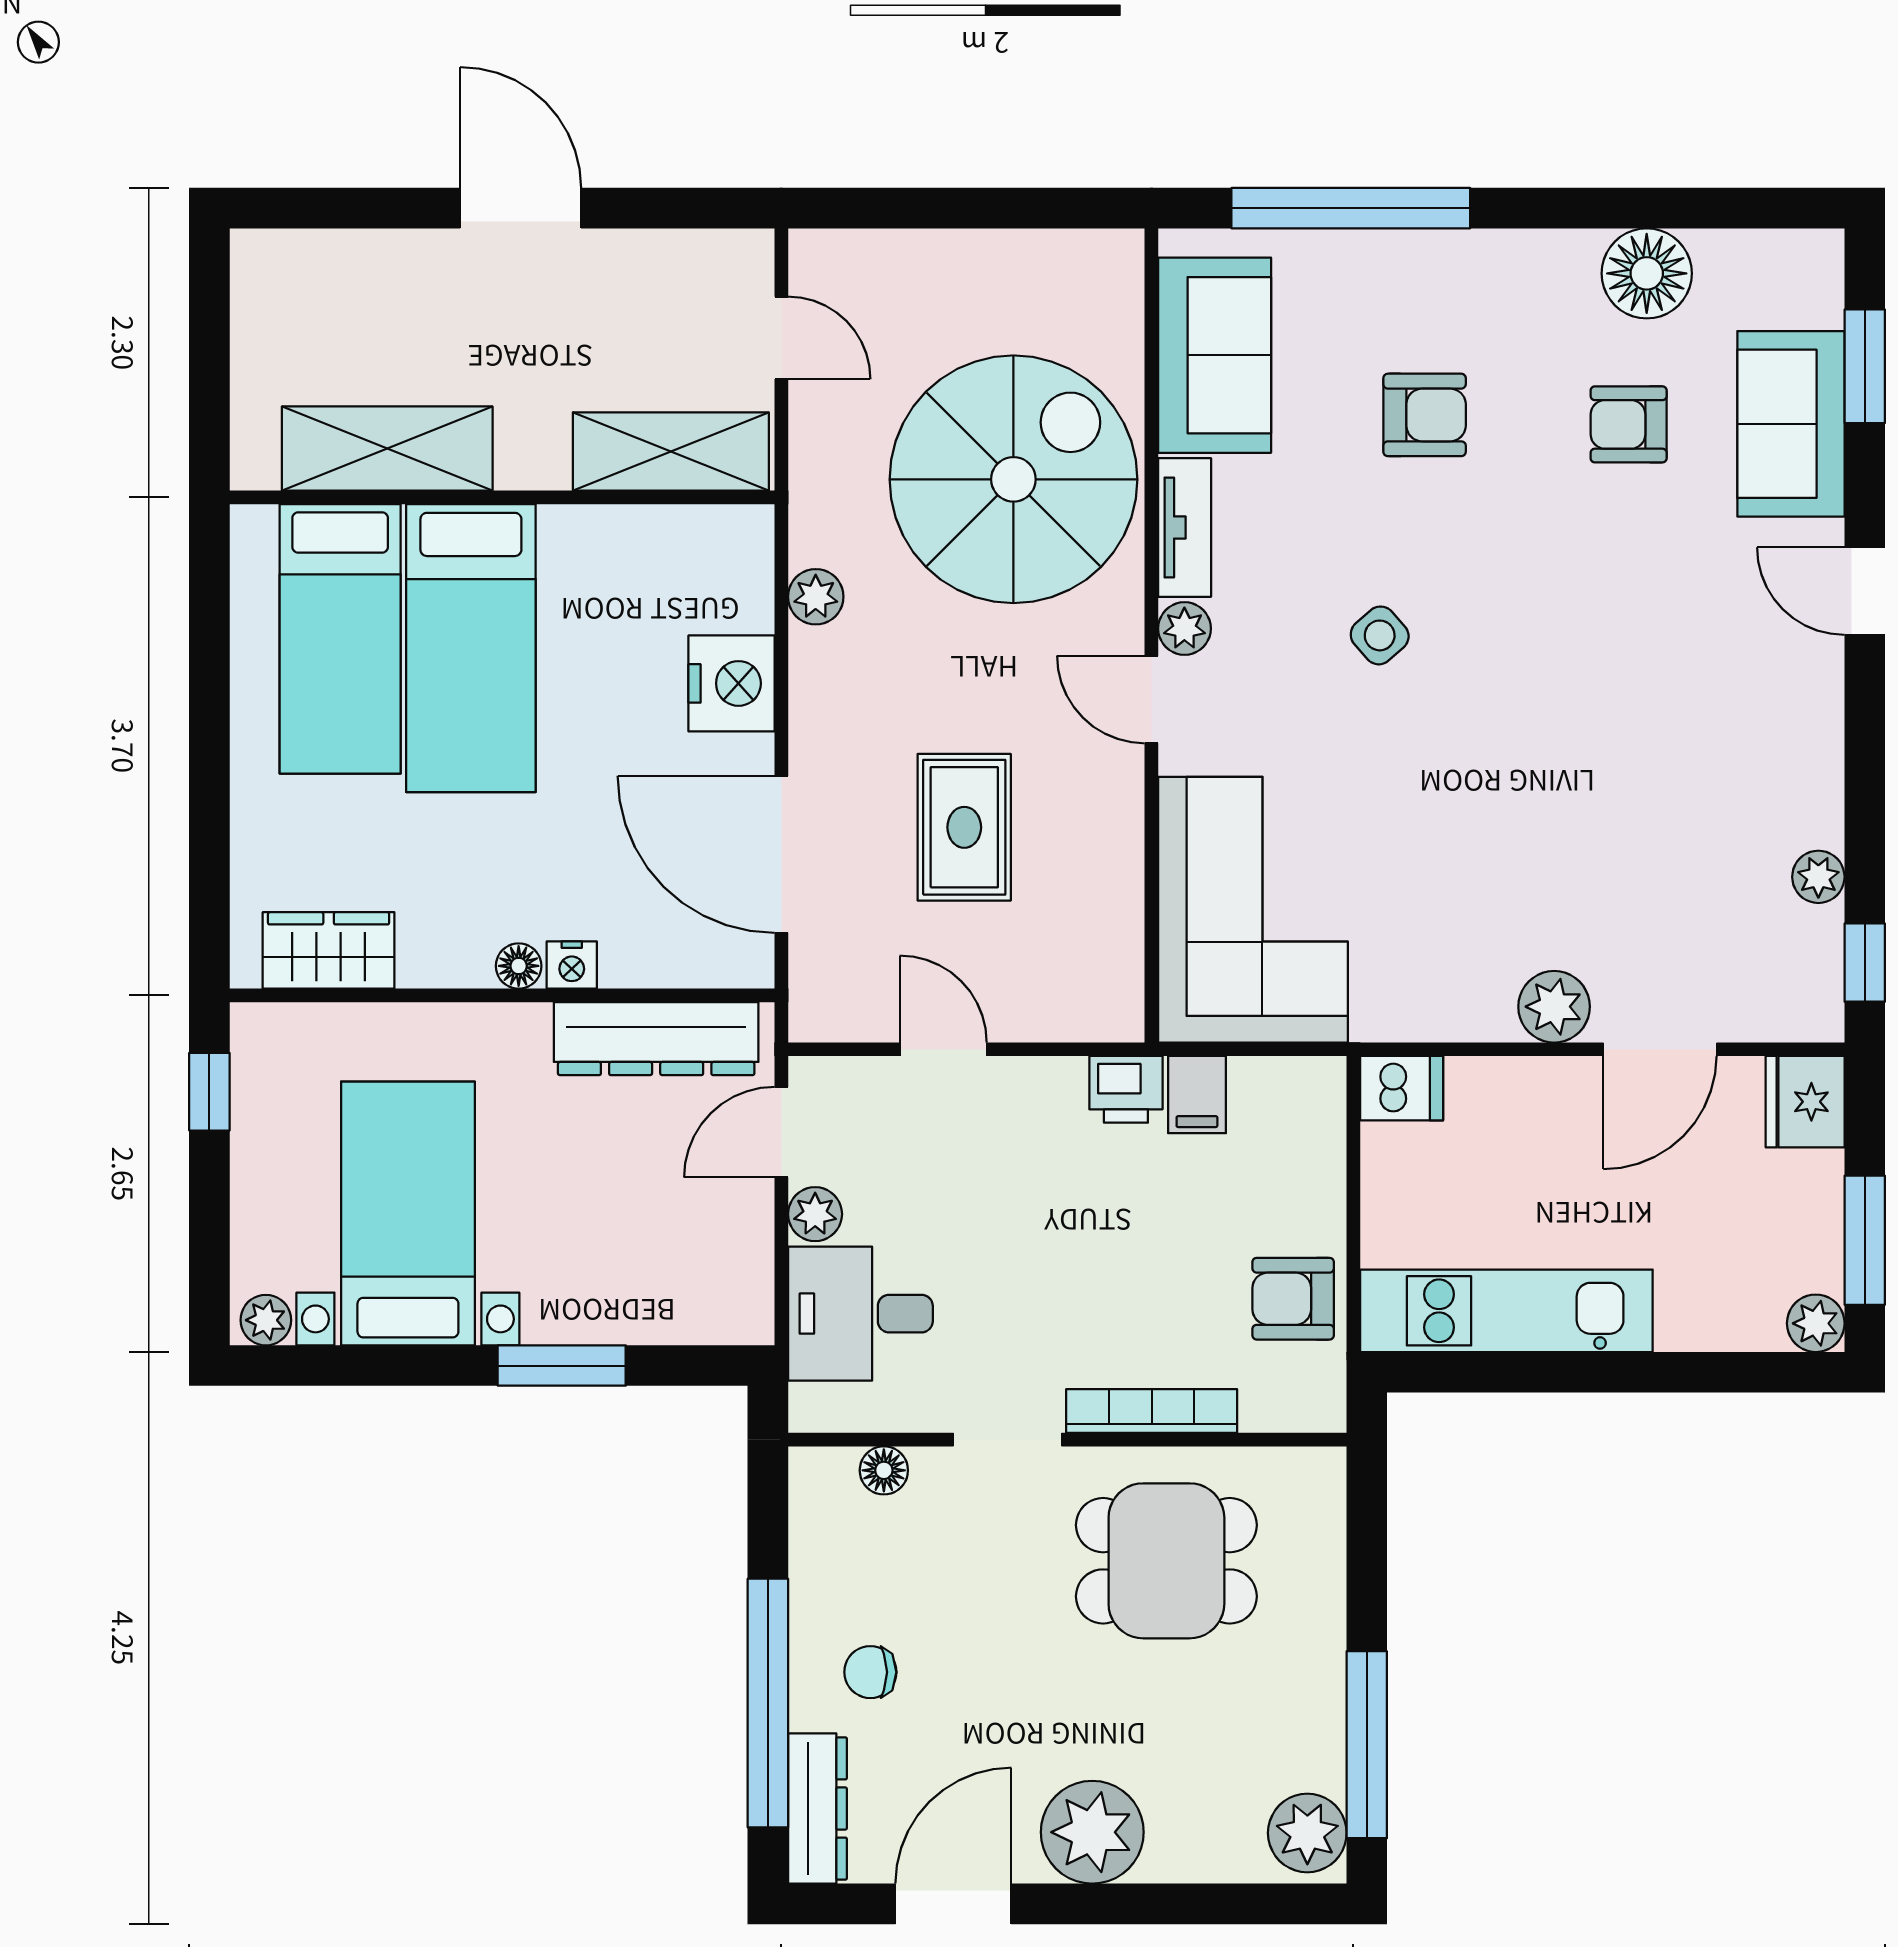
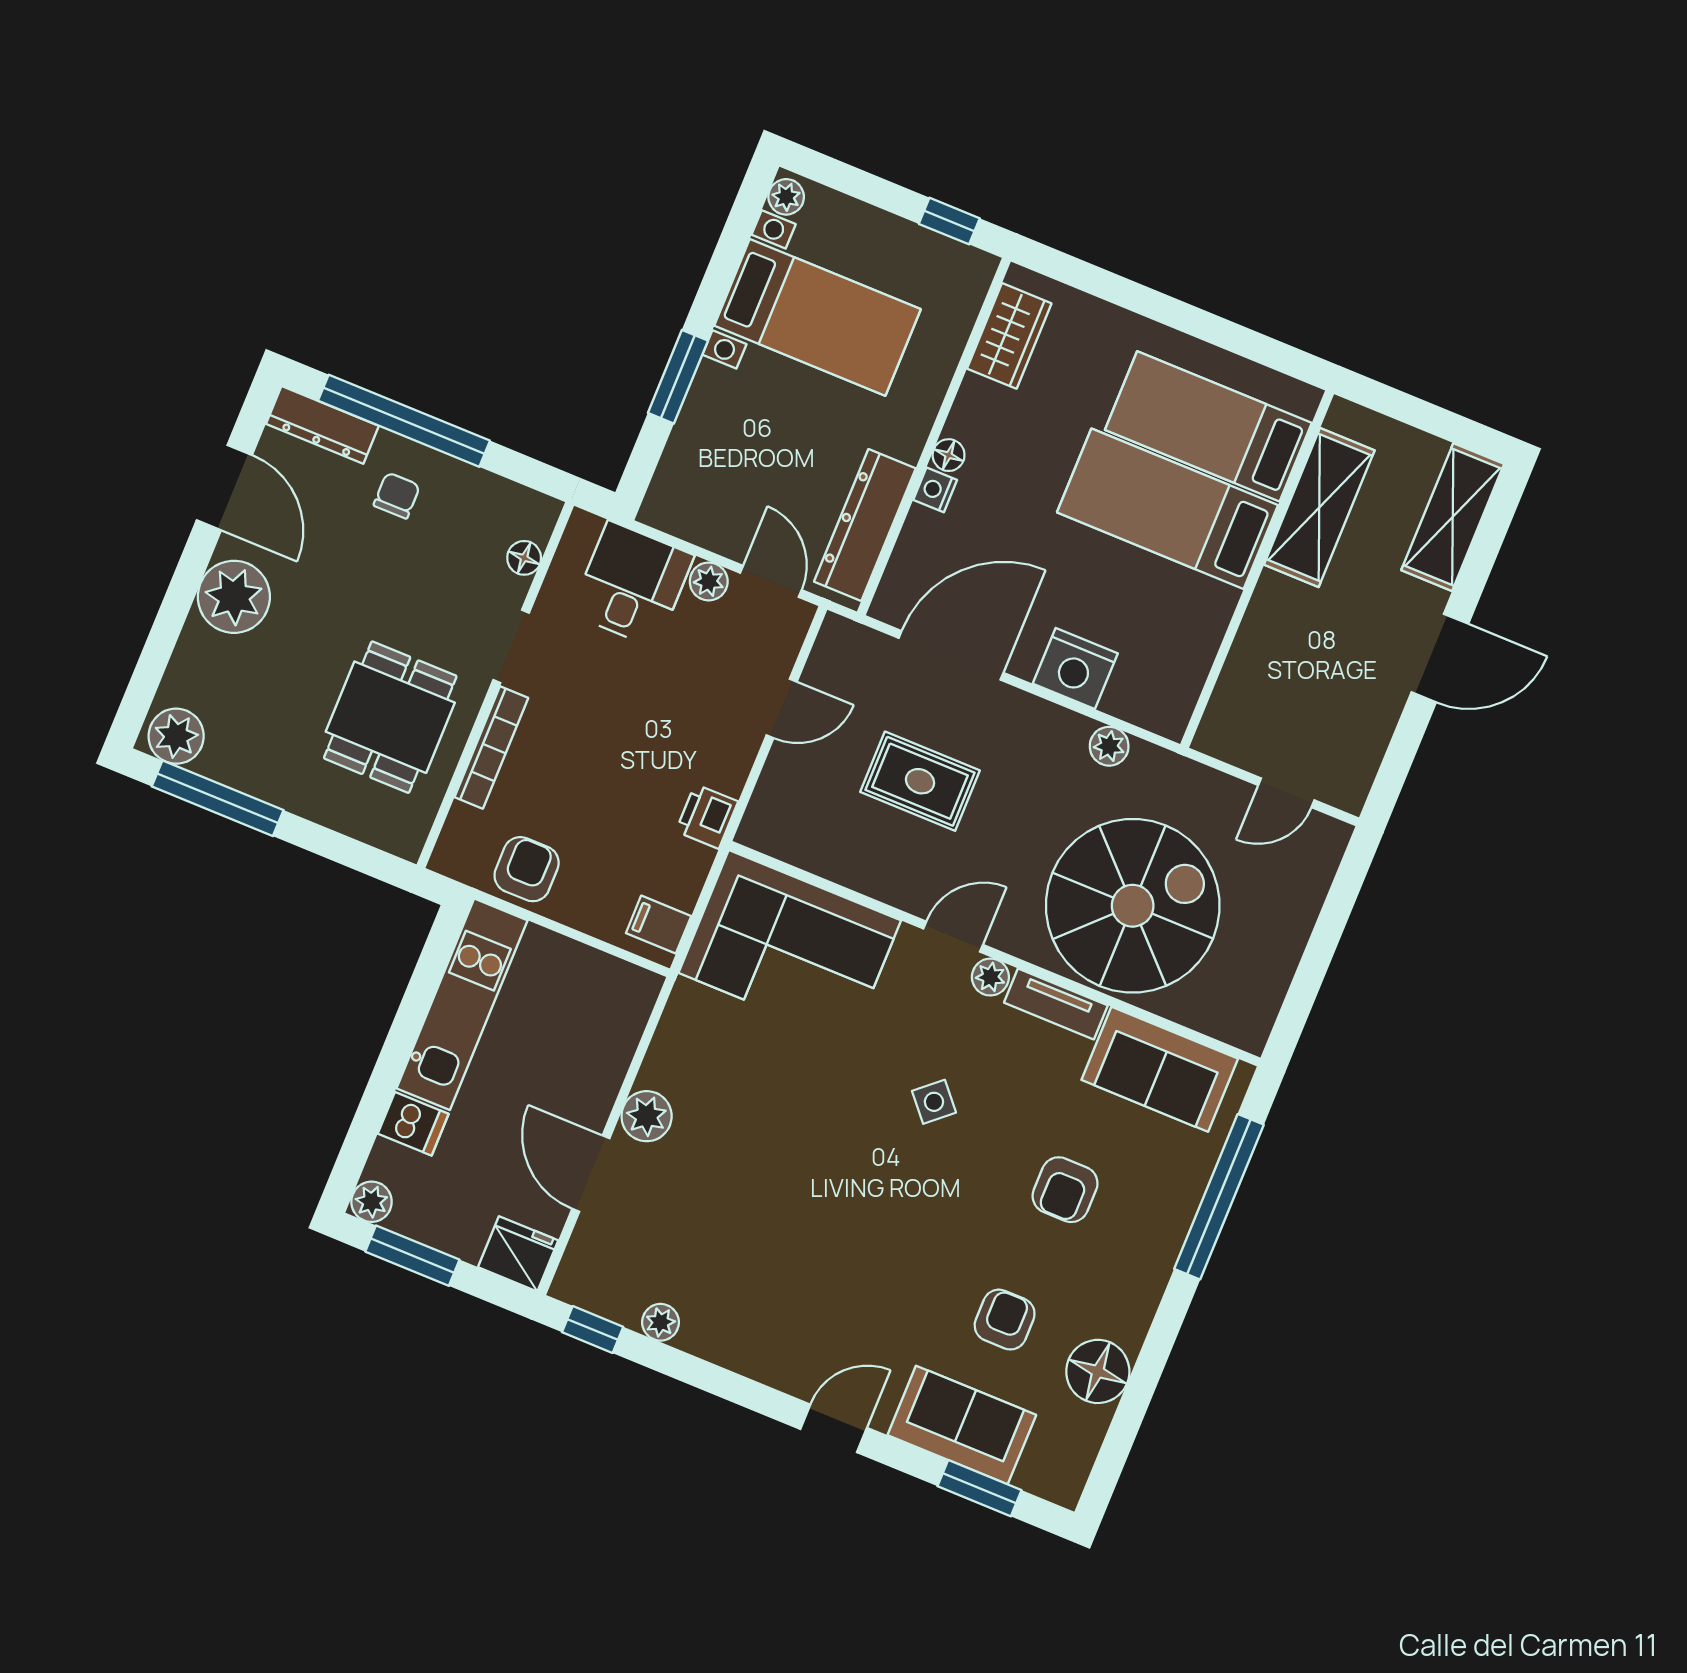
shelving: (671, 452) -> (1453, 517), moved
spiral stairs: (1013, 479) -> (1133, 906), turned -90
dishwasher: (1402, 1088) -> (413, 1124), moved, turned -90
filing cabinet: (1197, 1095) -> (659, 925), moved

